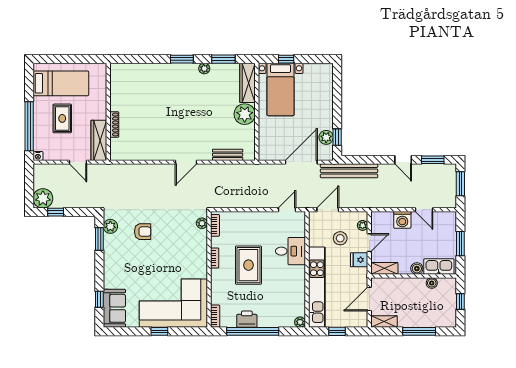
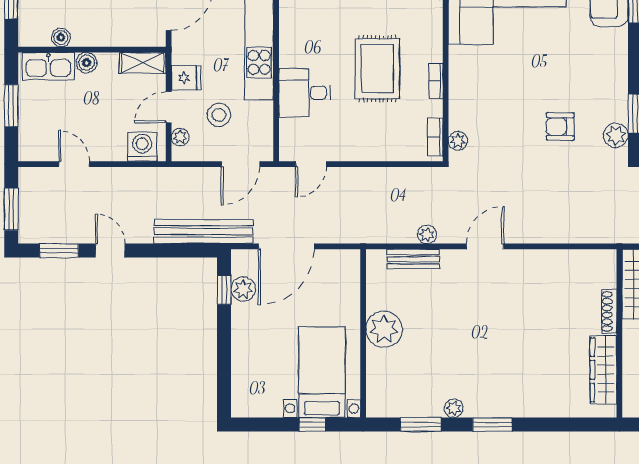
wardrobe: (247, 83) -> (603, 370), moved, turned 180
plant: (220, 169) -> (427, 234), added
washing machine: (402, 220) -> (142, 147), moved

